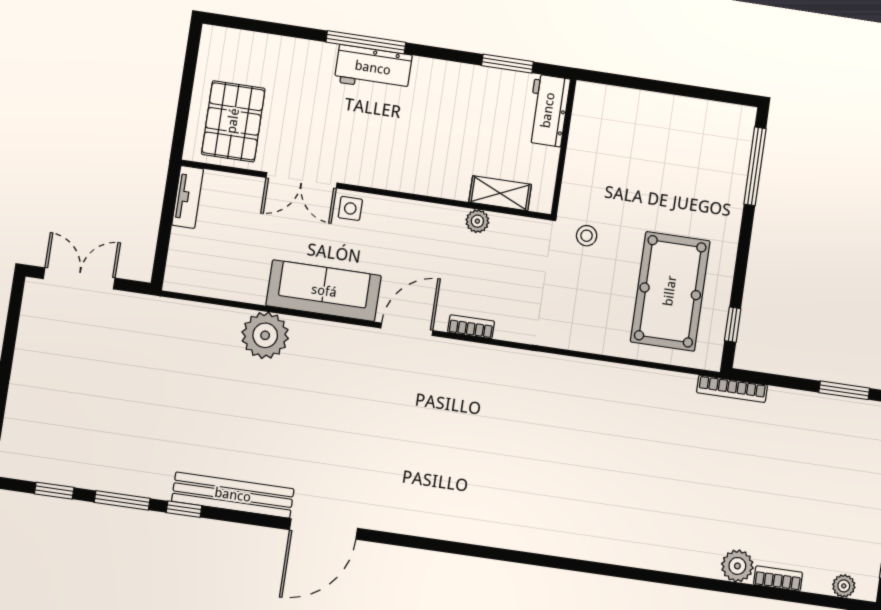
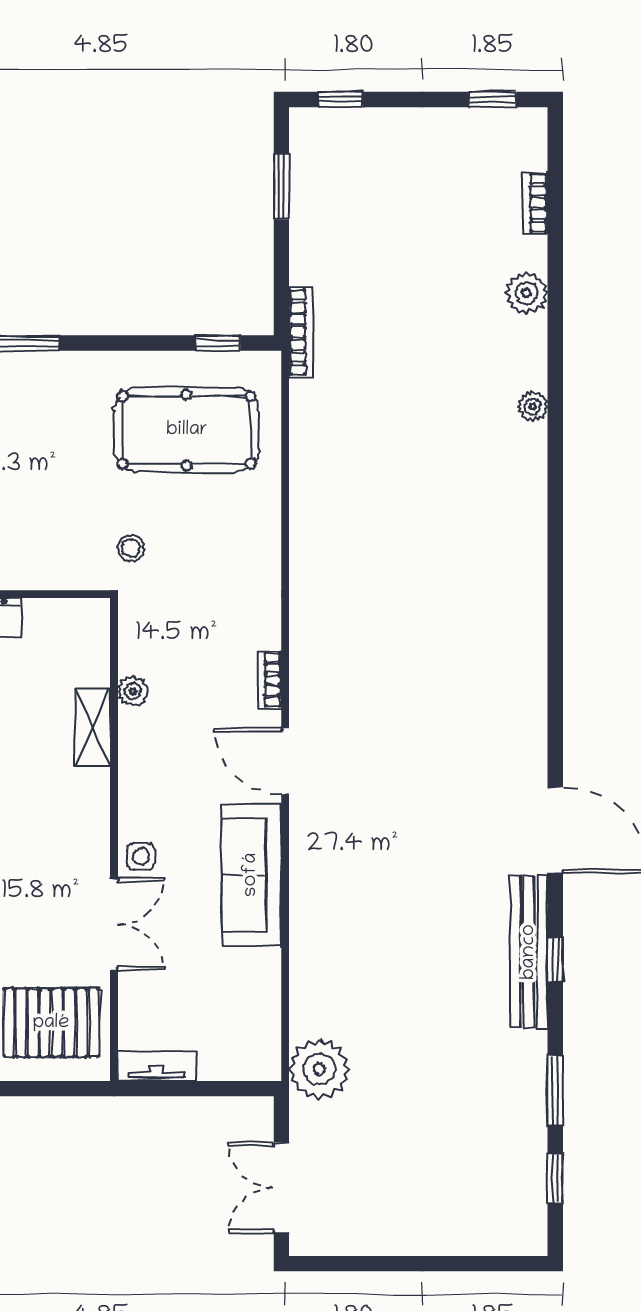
shelving: (500, 193) -> (93, 727), moved
plant: (265, 335) -> (319, 1069), moved
window: (184, 509) -> (555, 960), moved
bookcase: (778, 578) -> (535, 203), moved
plant: (844, 586) -> (533, 406), moved

